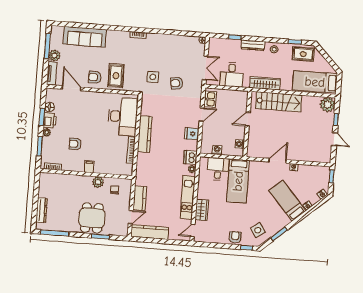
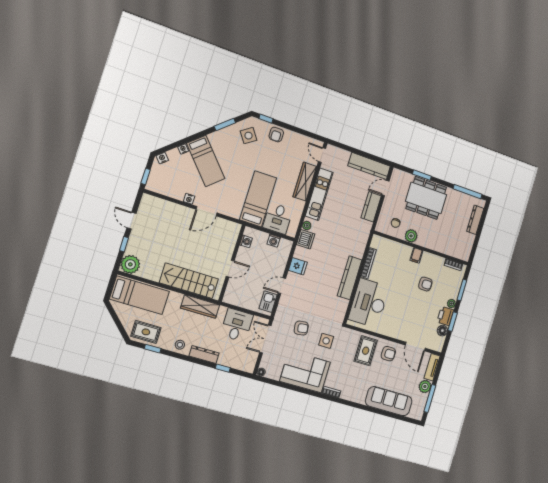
corner sofa: (165, 48) -> (305, 372), added
wardrobe: (202, 210) -> (305, 182), width x1.50
dining table: (92, 218) -> (426, 198), width x1.38
door: (193, 231) -> (322, 155), swing flipped

